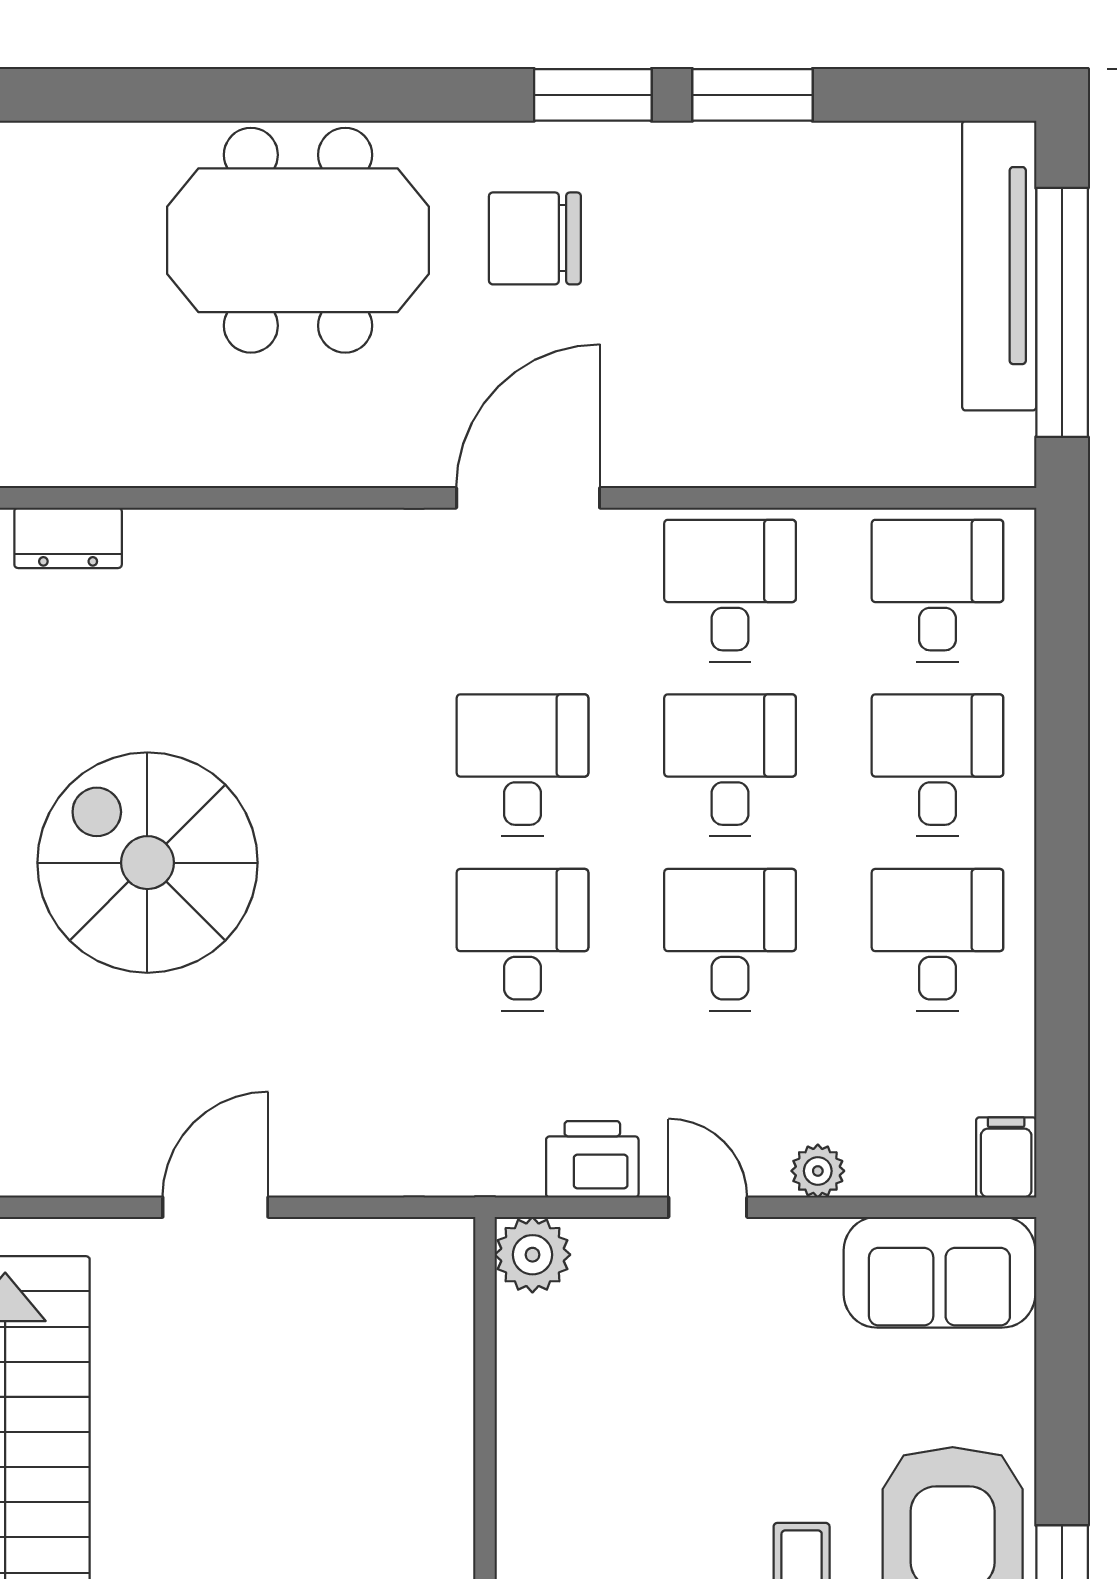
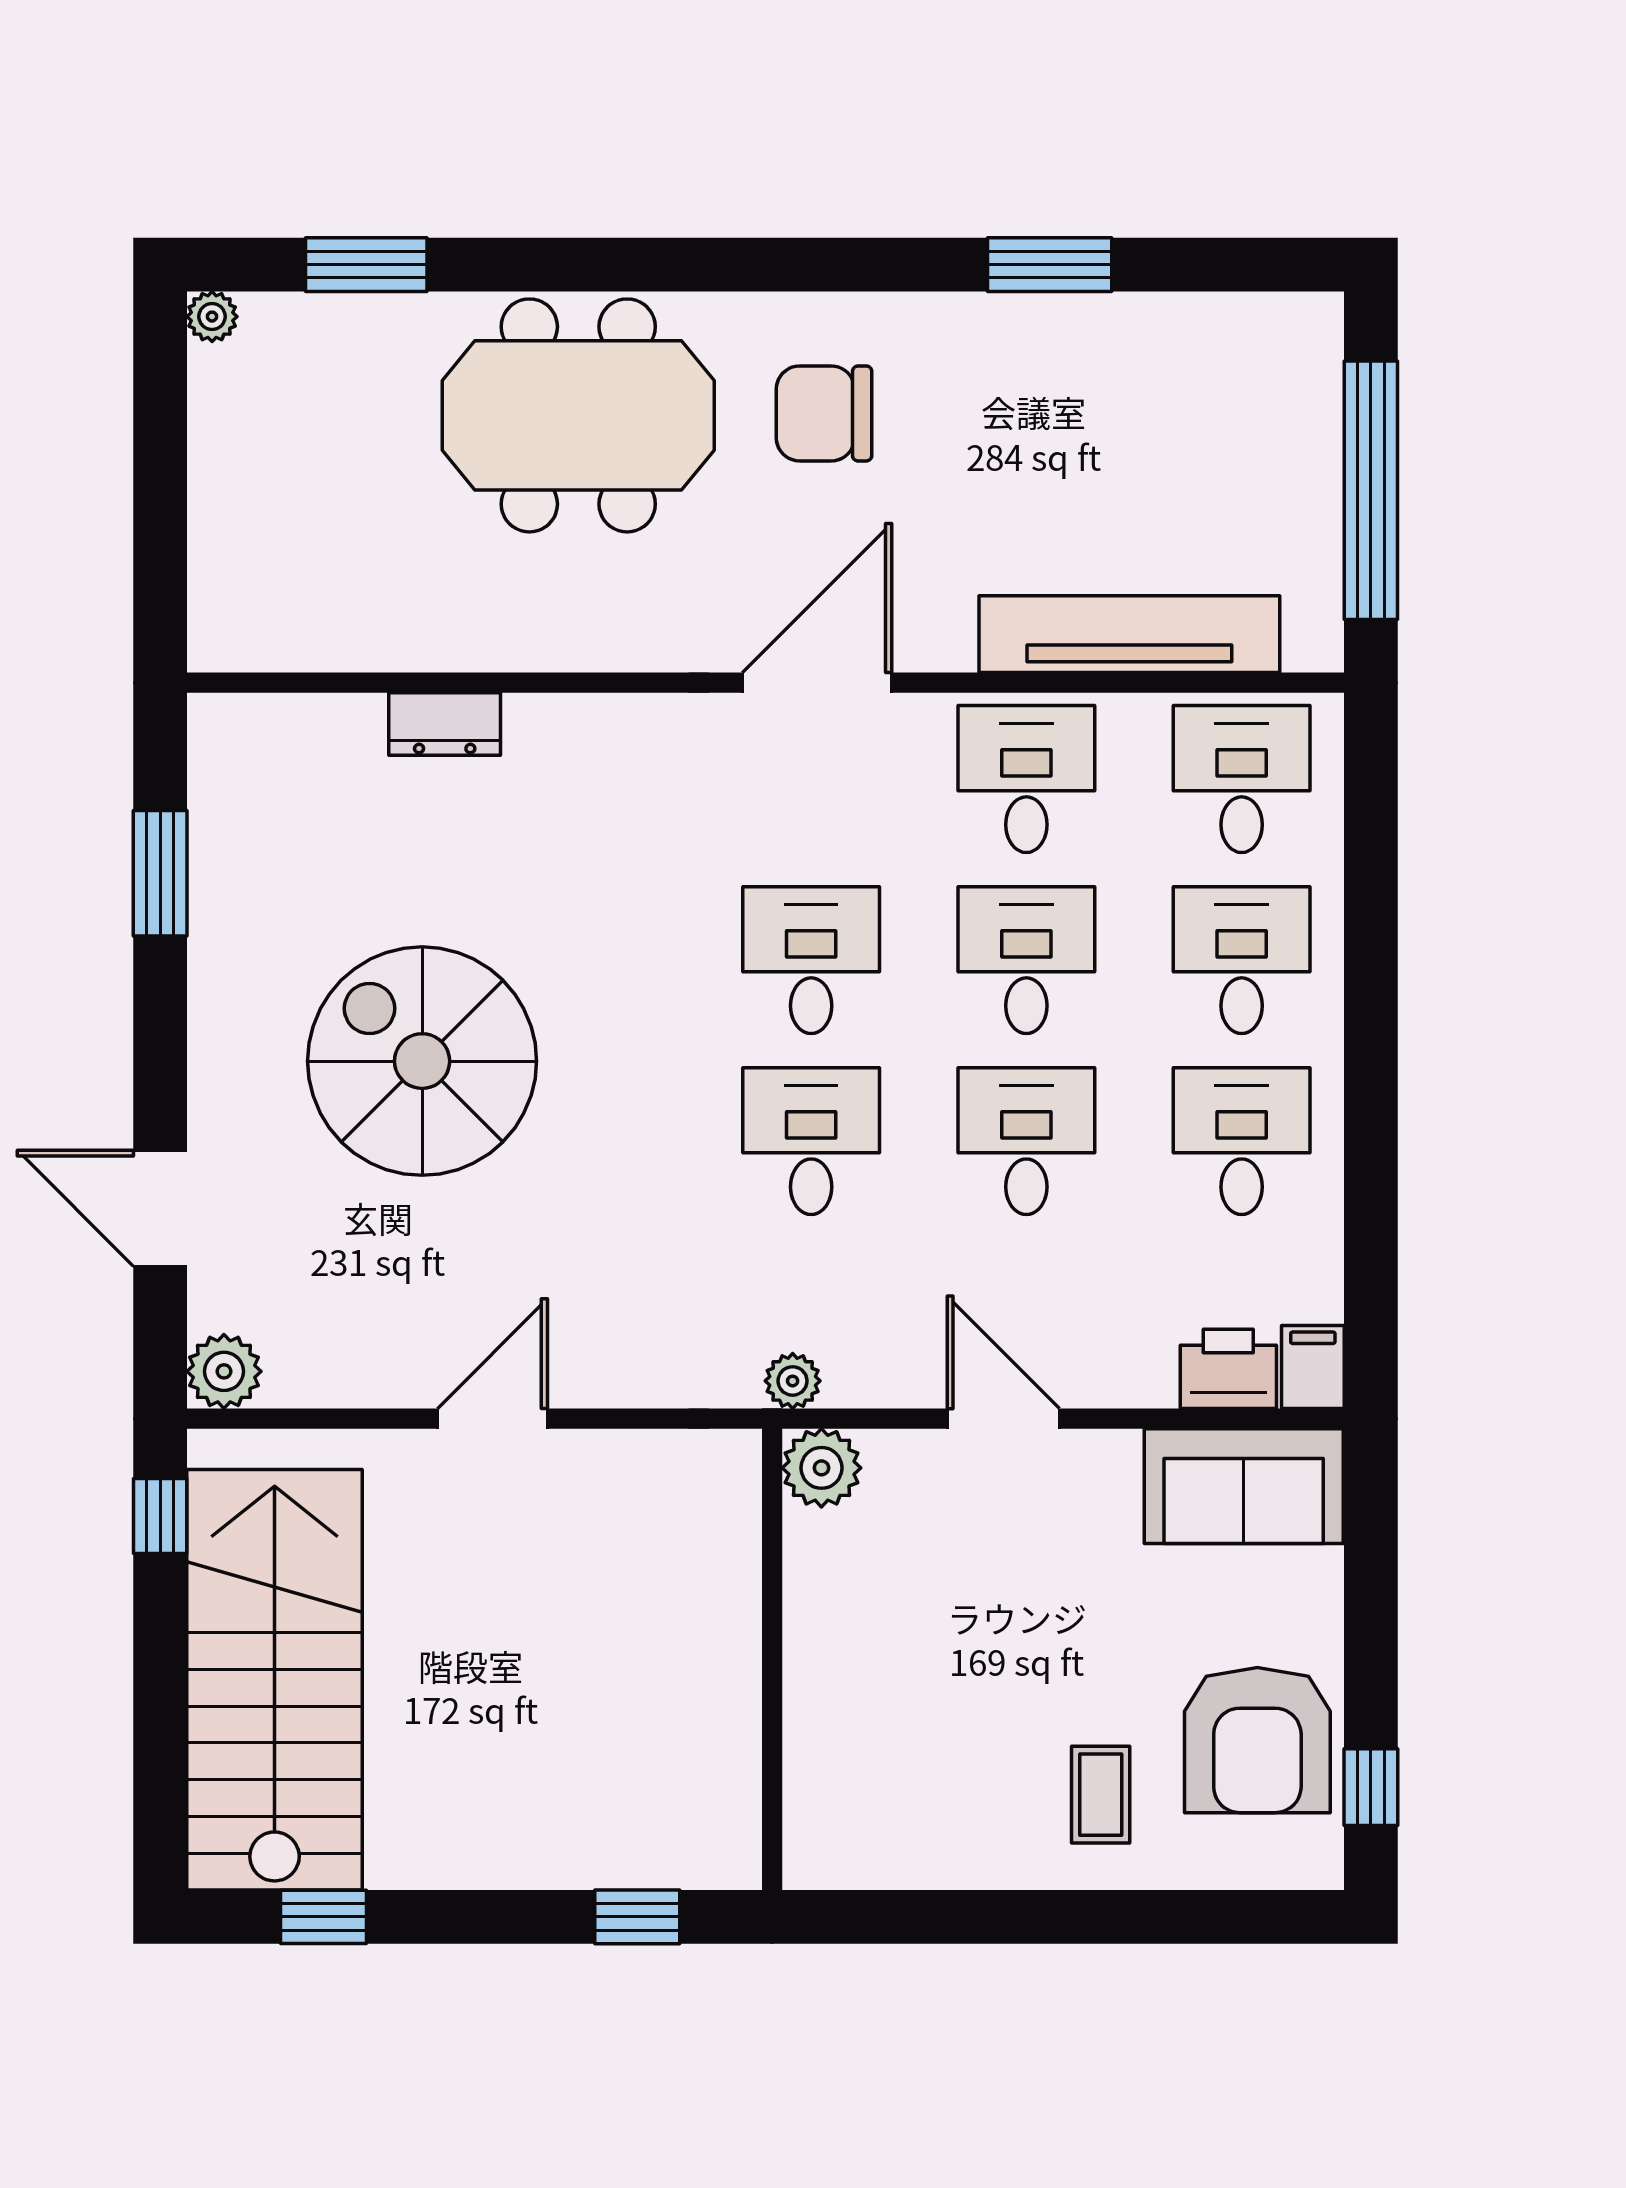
window: (593, 95) -> (366, 265), moved
tv unit: (999, 266) -> (1129, 634), moved, turned 90
dresser: (68, 538) -> (445, 724), moved
printer: (592, 1159) -> (1228, 1369), moved
plant: (818, 1171) -> (793, 1381), moved
door: (708, 1207) -> (1003, 1419), width x1.37

